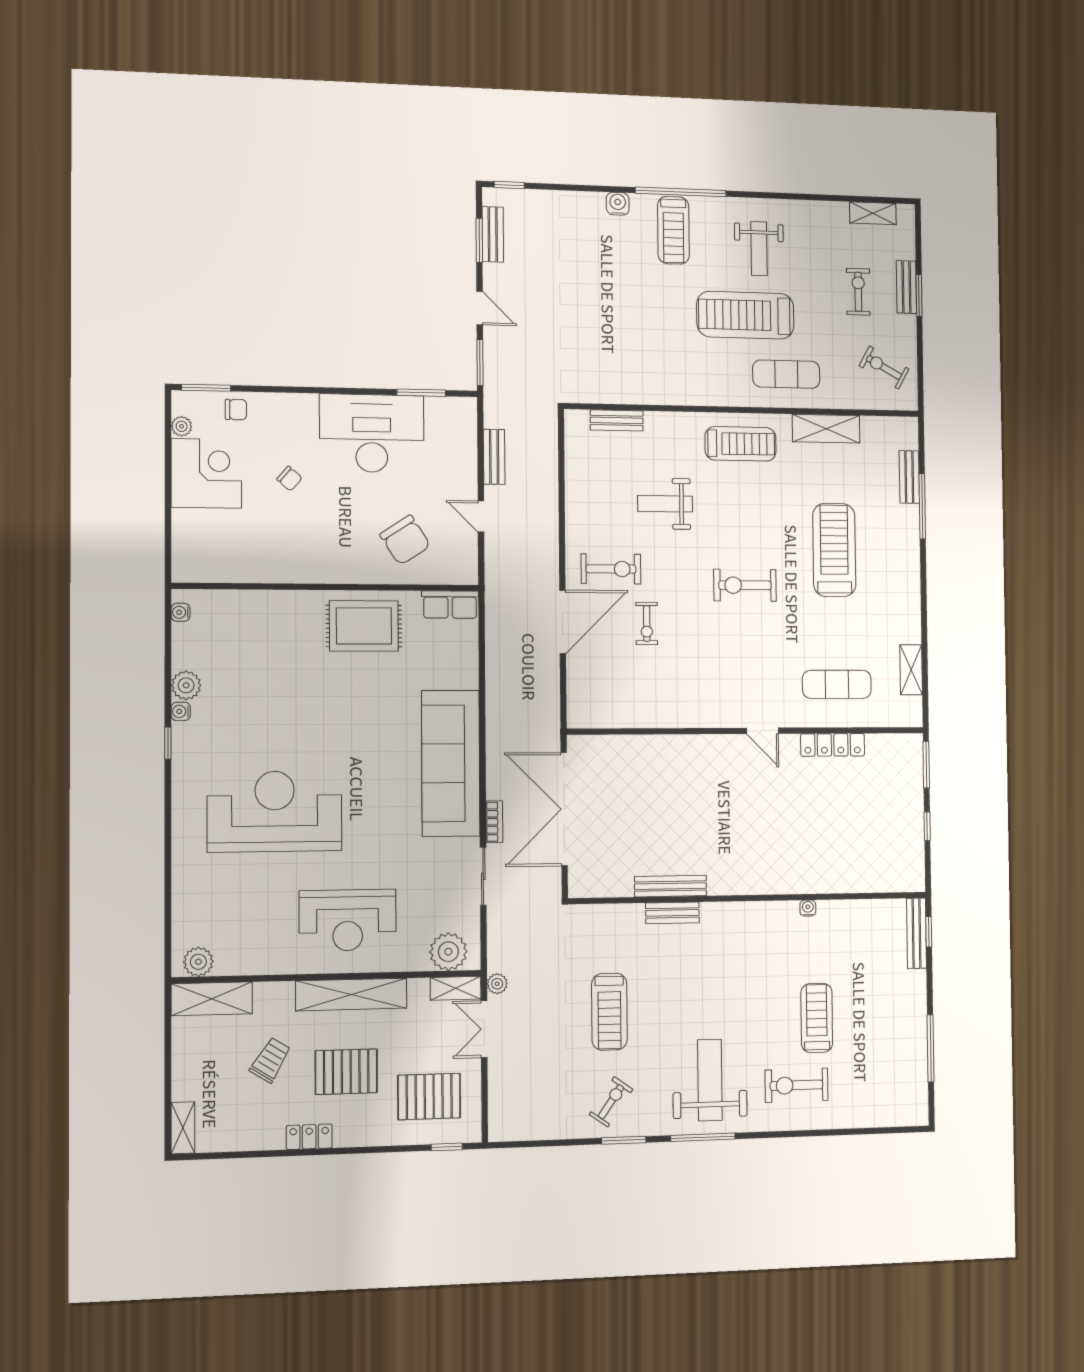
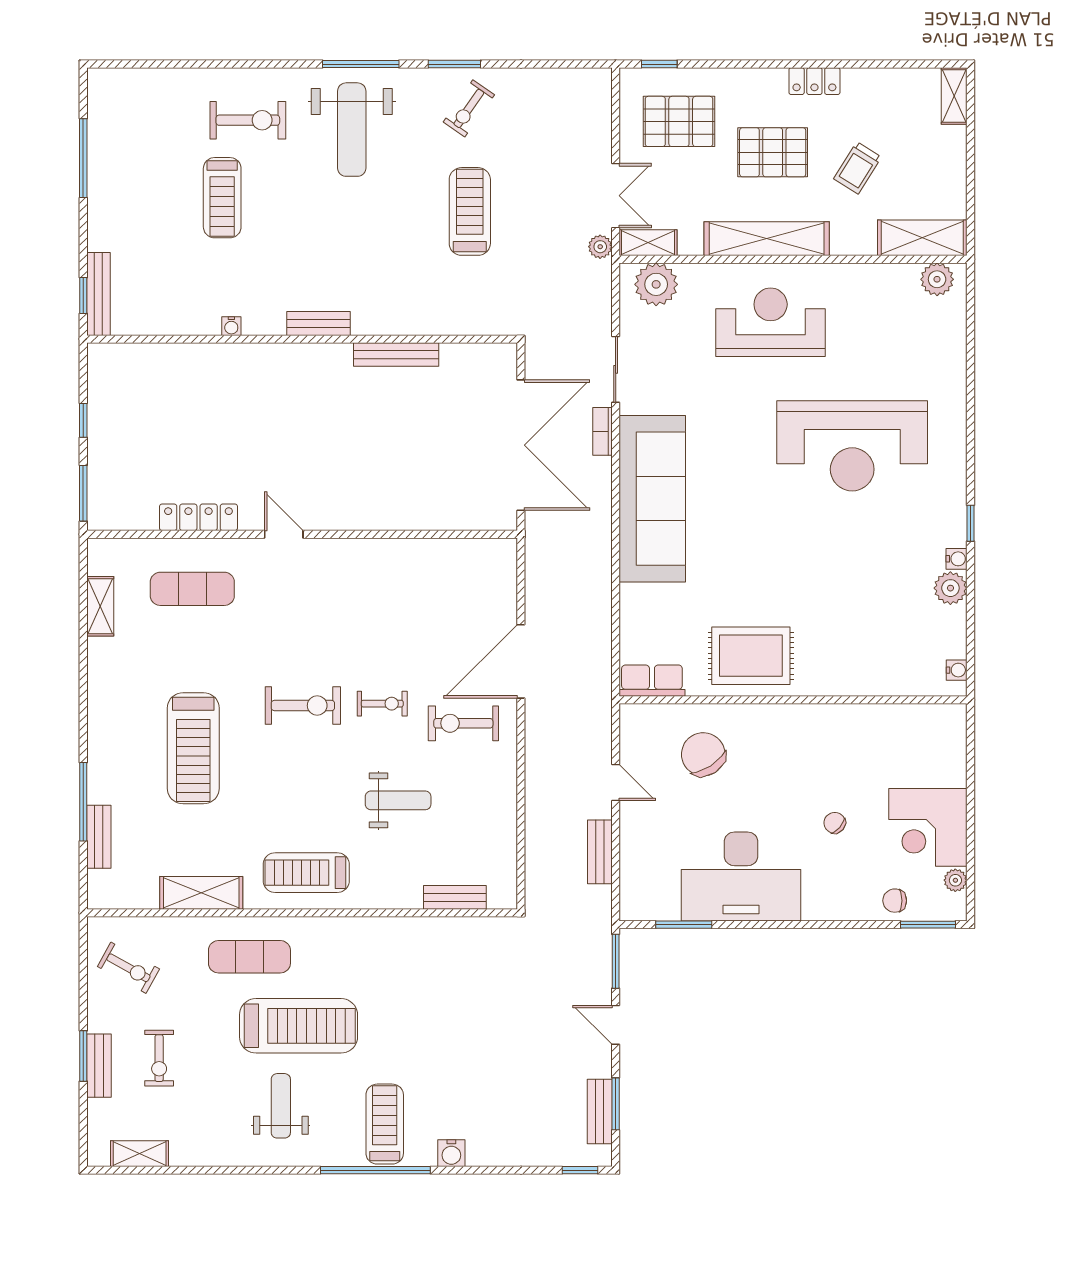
exercise bike: (647, 623) -> (382, 704), moved, turned 90
bench: (672, 913) -> (318, 323), moved

